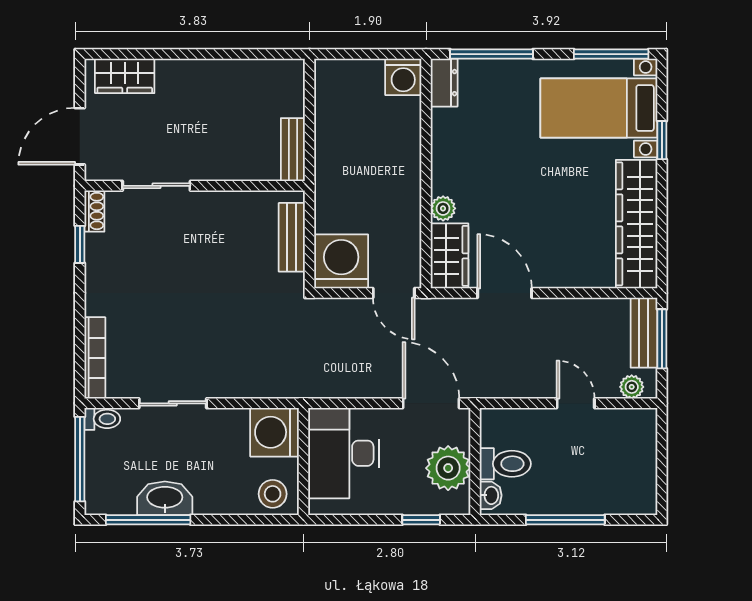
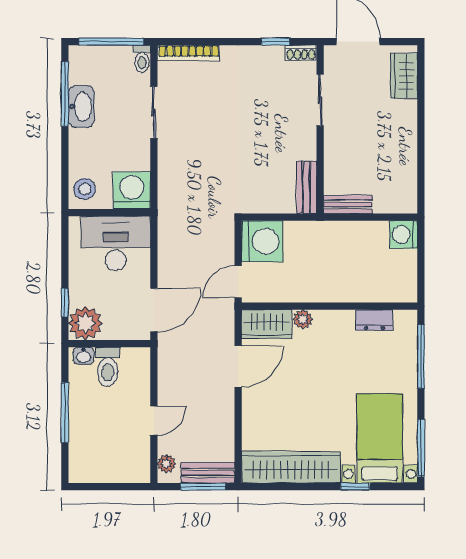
washing machine: (403, 77) -> (403, 235), moved
dresser: (444, 83) -> (374, 320), moved
bench: (292, 237) -> (307, 187), moved, turned 90
plant: (448, 468) -> (85, 323), moved

